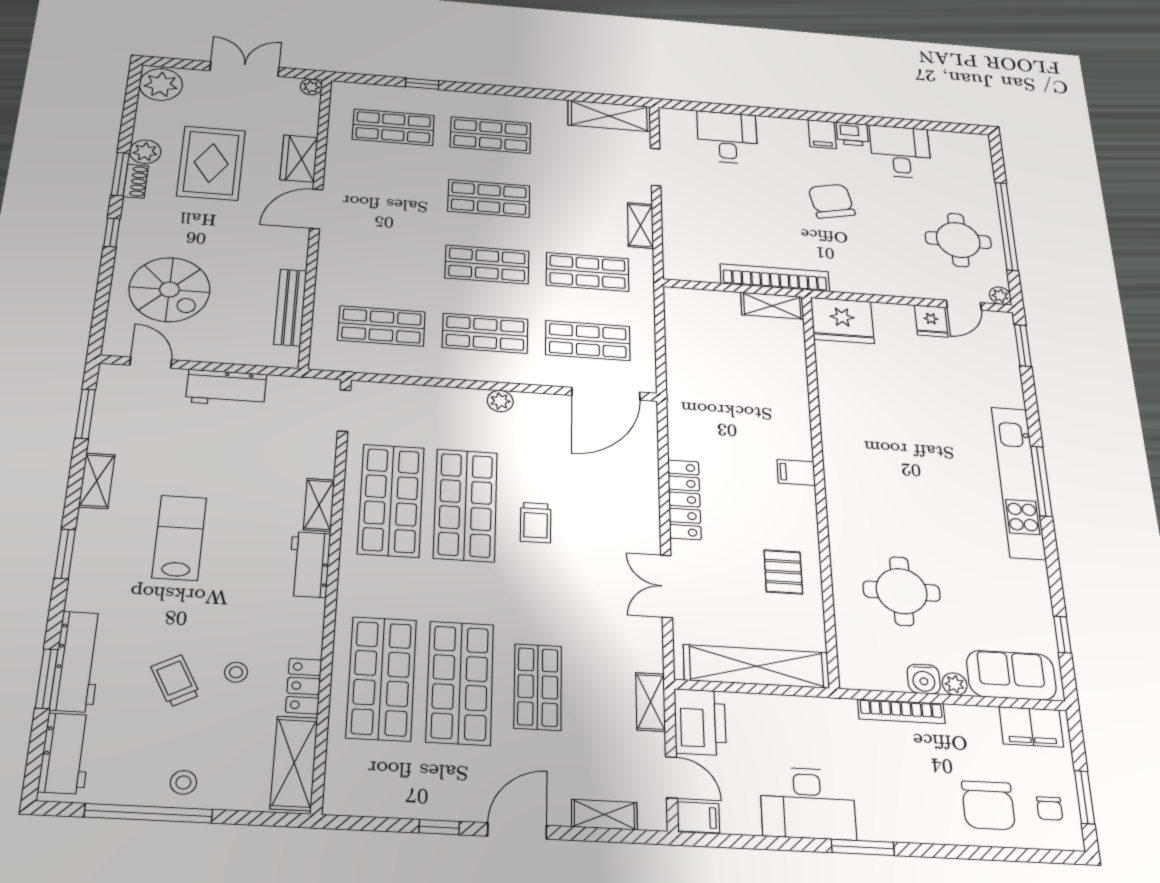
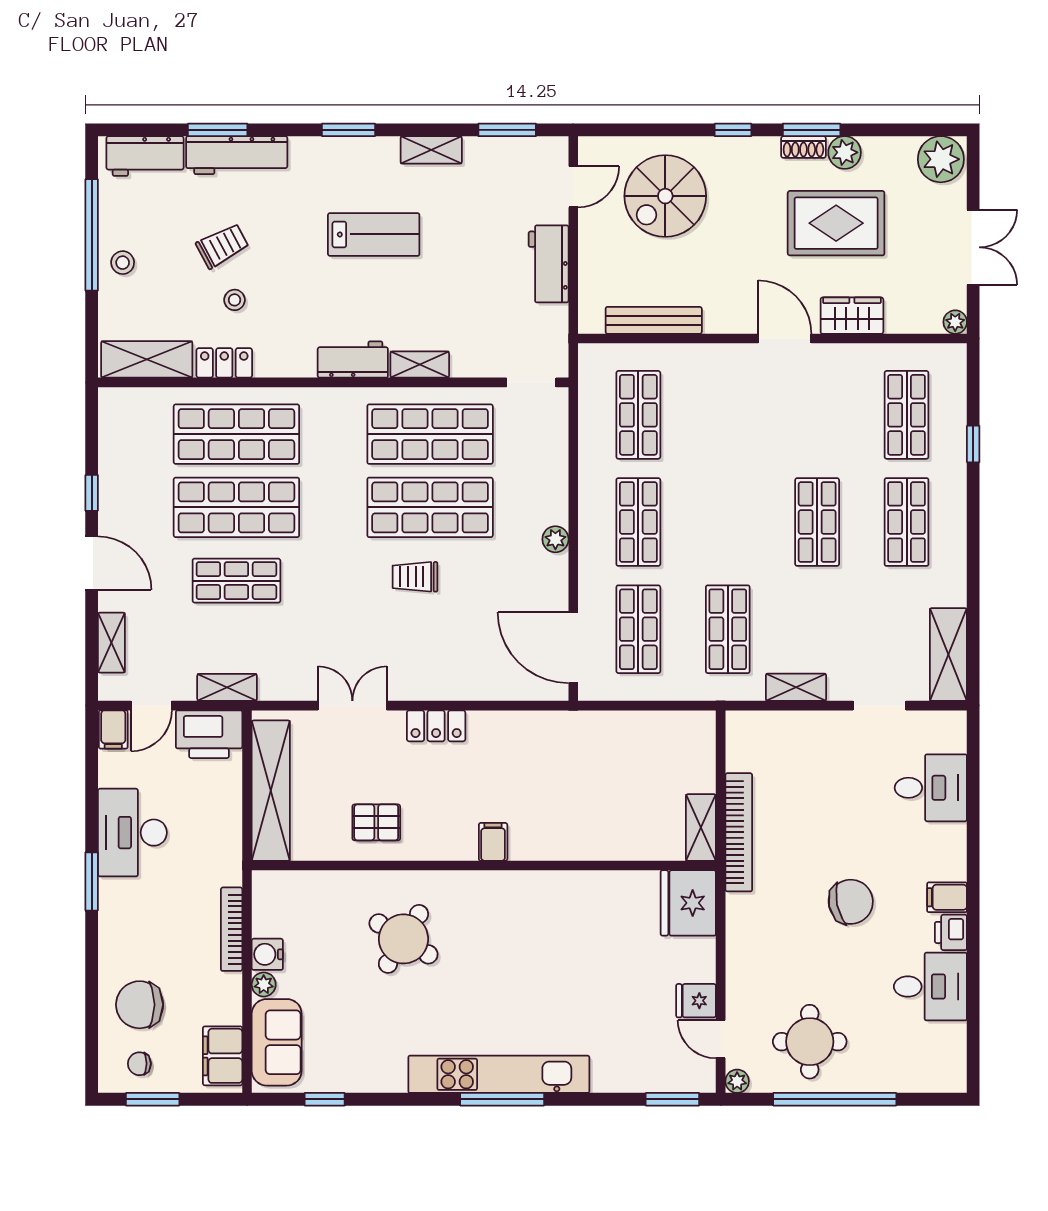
shop shelf: (487, 264) -> (728, 522), removed
locker: (684, 500) -> (436, 726), width x0.66
round table: (902, 591) -> (403, 939), moved, turned 32

